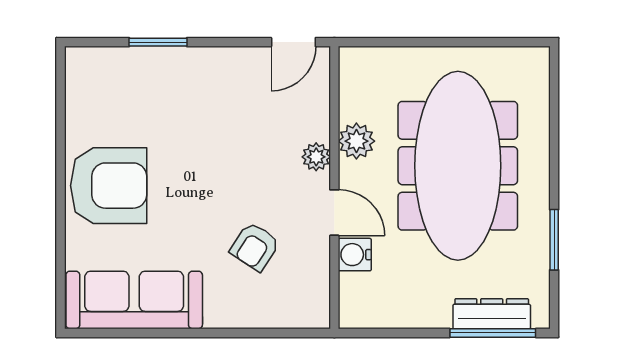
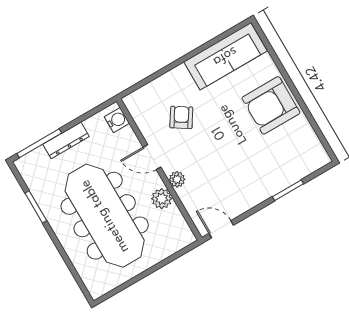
door: (293, 42) -> (221, 229), hinge flipped
water cooler: (355, 255) -> (117, 120), moved
dresser: (492, 314) -> (66, 140), moved

